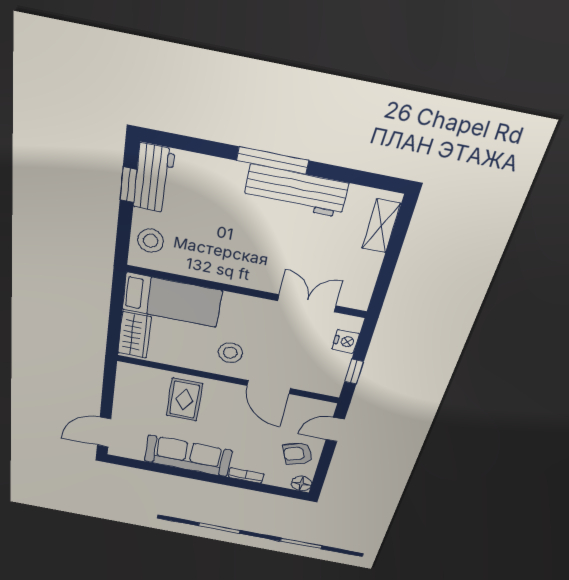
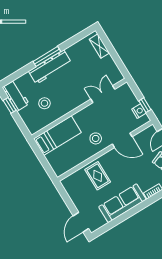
workbench: (296, 191) -> (50, 67), moved
stool: (151, 241) -> (44, 103), moved
wardrobe: (134, 335) -> (56, 163), removed
nightstand: (346, 341) -> (139, 111), moved

